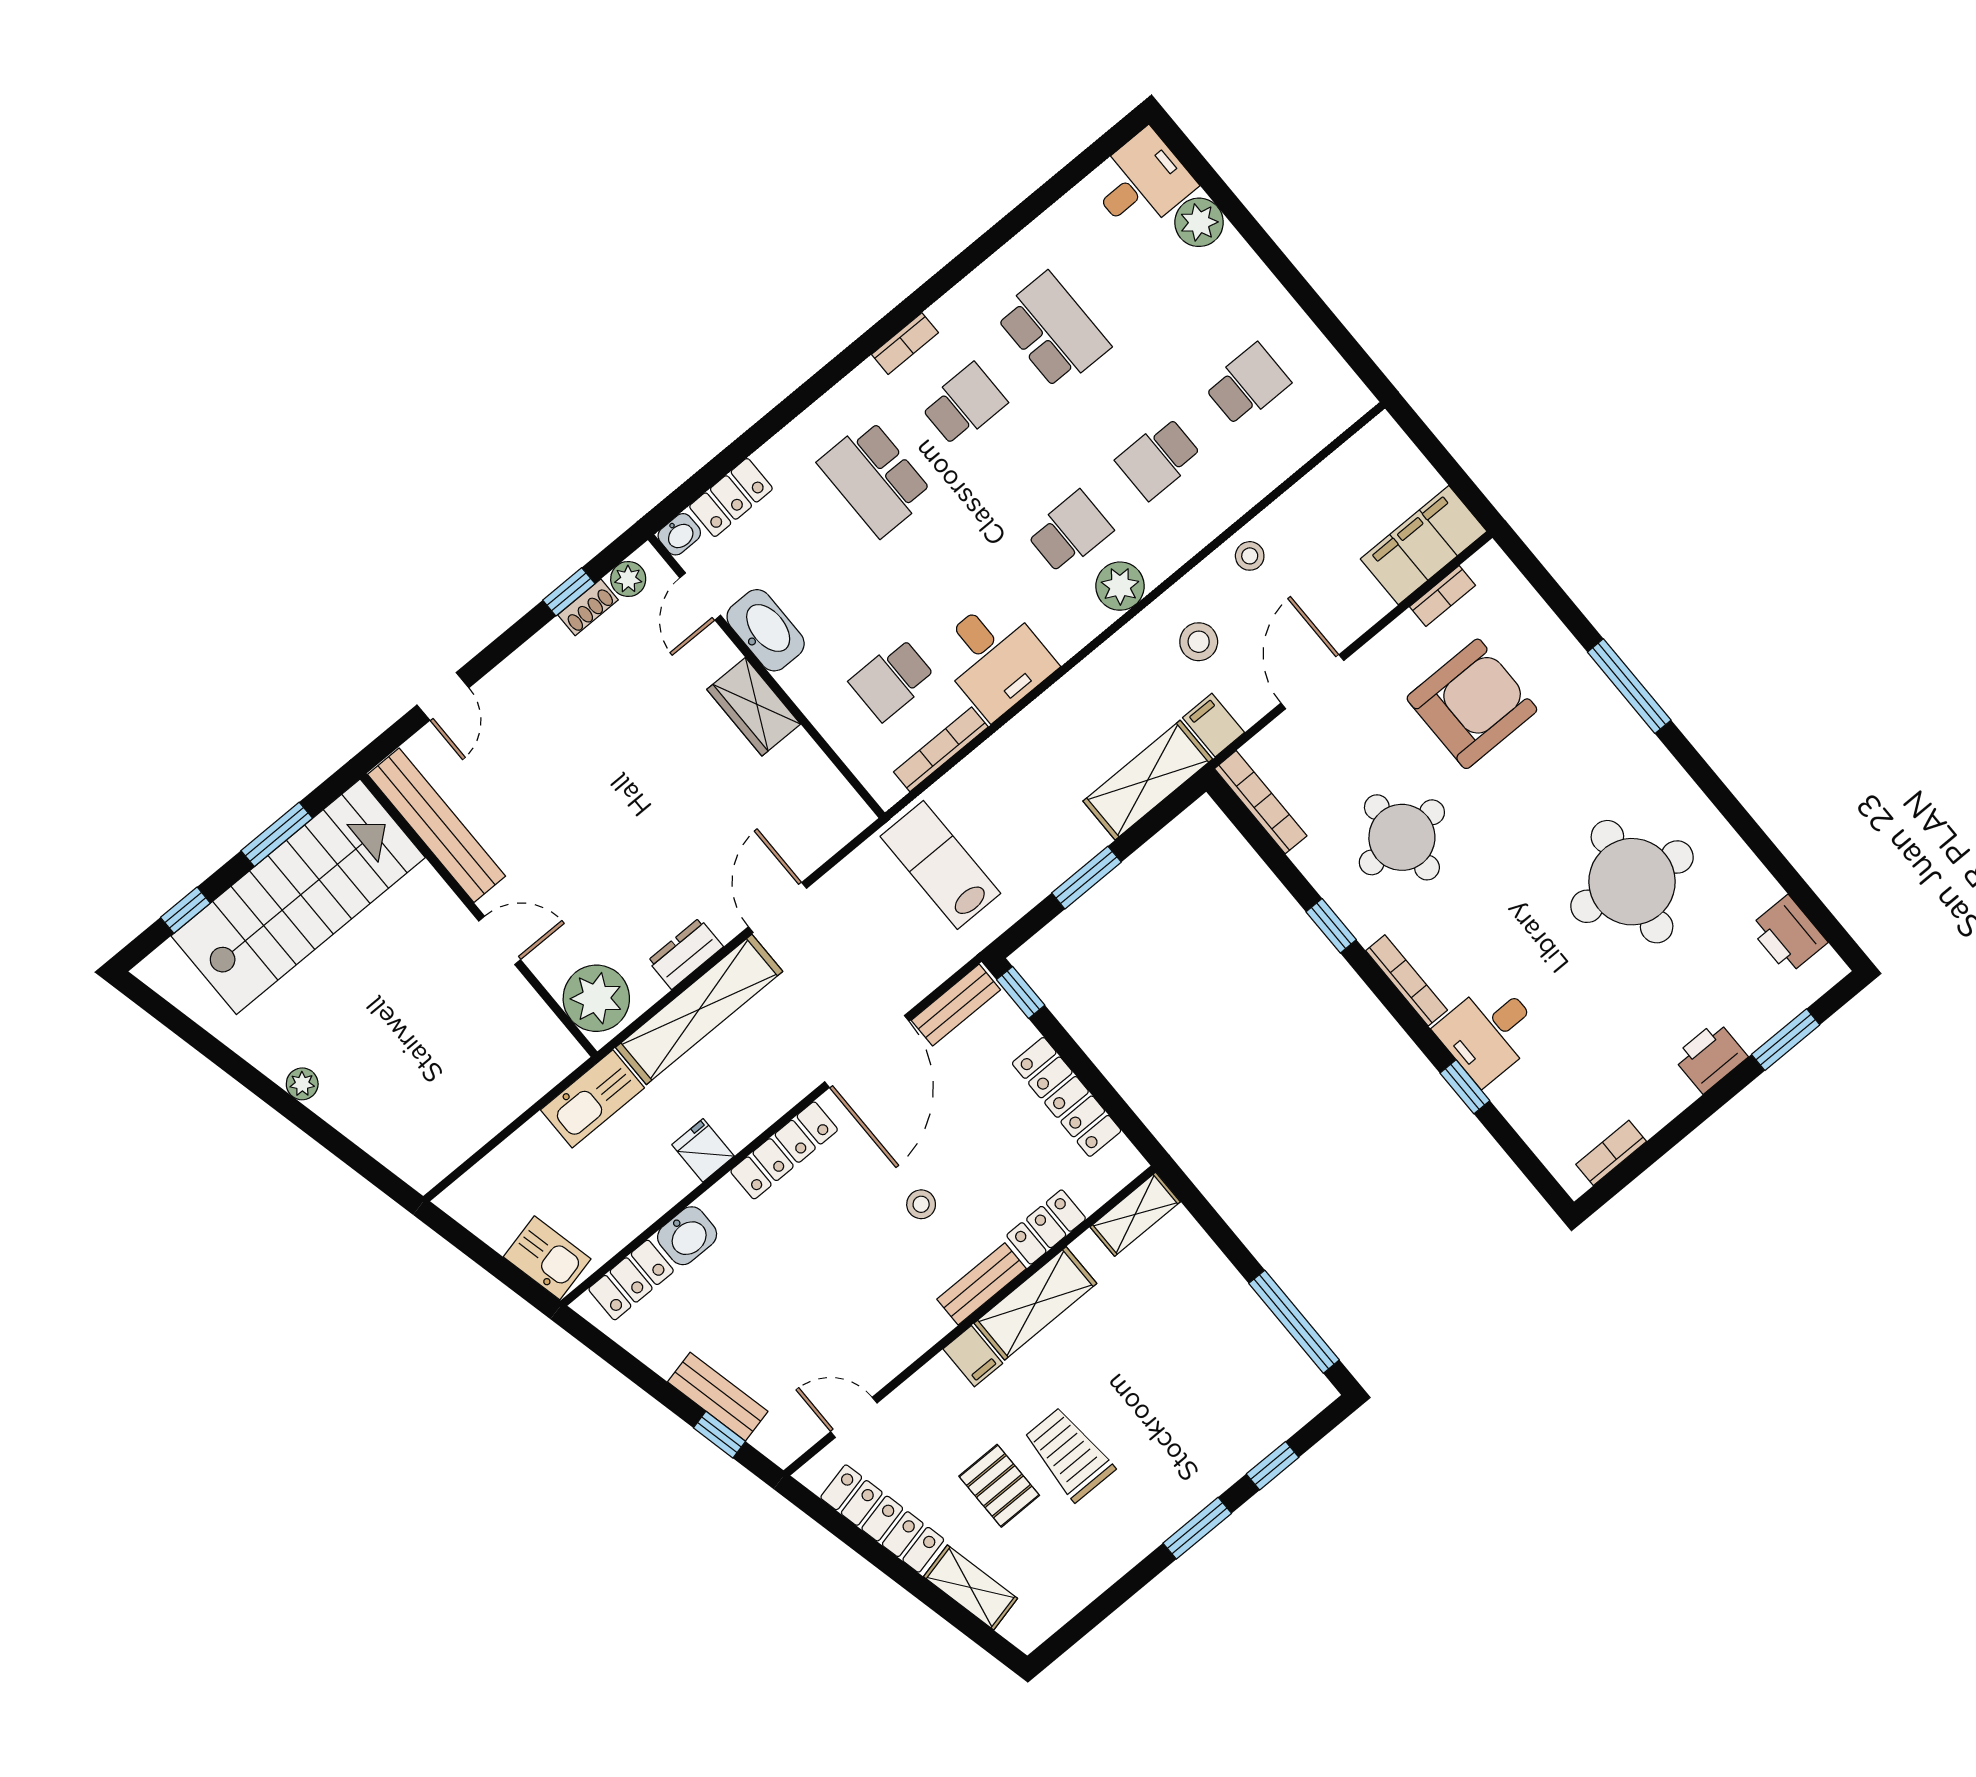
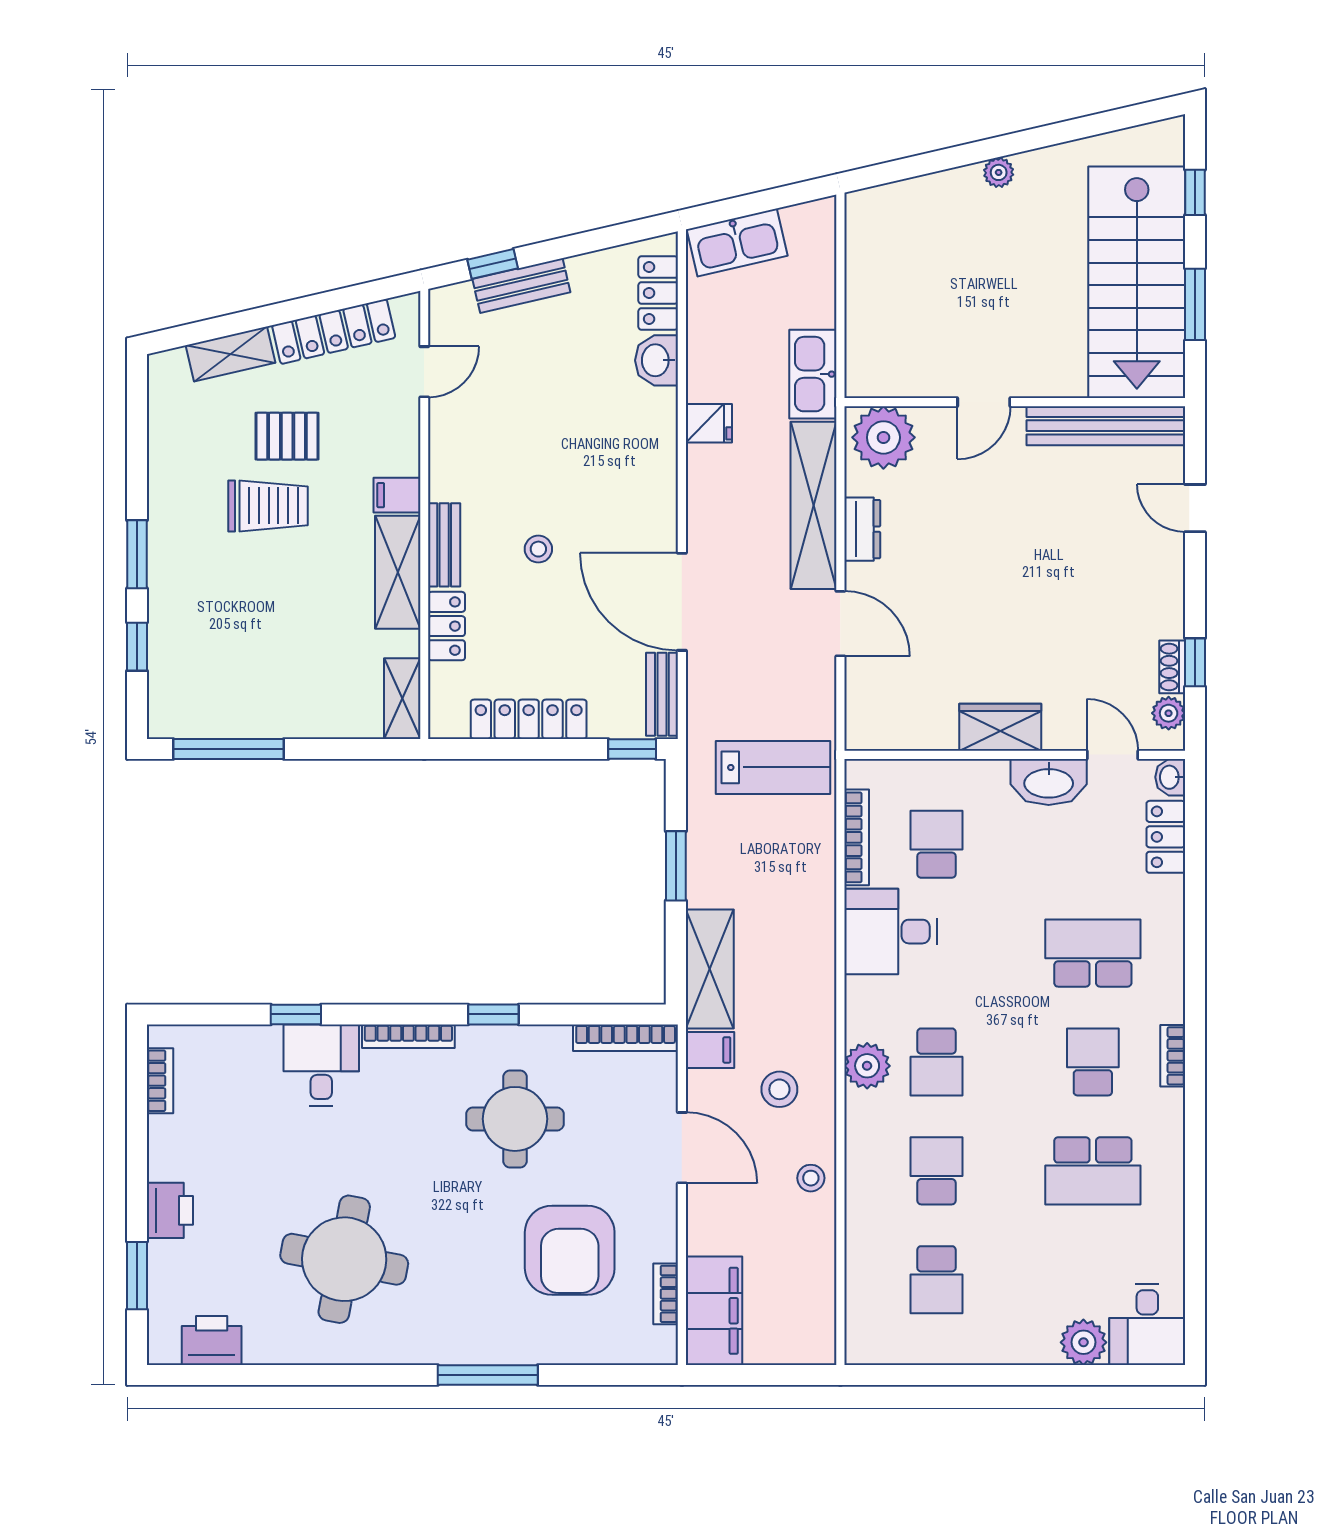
school desk: (964, 405) -> (1093, 1062), turned 180
locker: (784, 1150) -> (660, 482), removed
kitchen sink: (547, 1258) -> (737, 243), width x1.38

